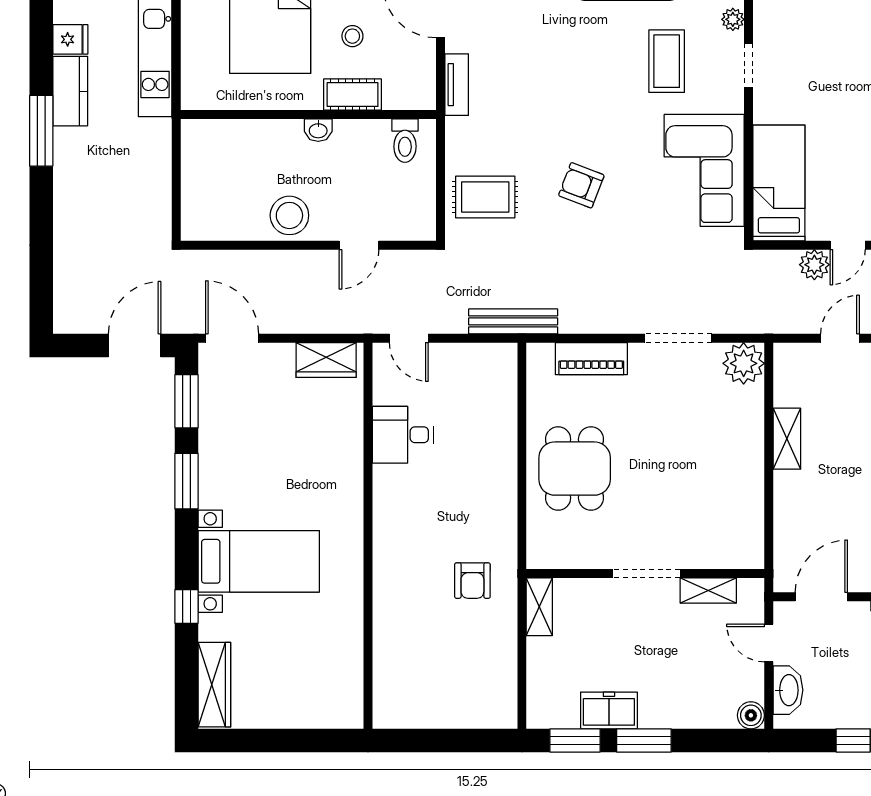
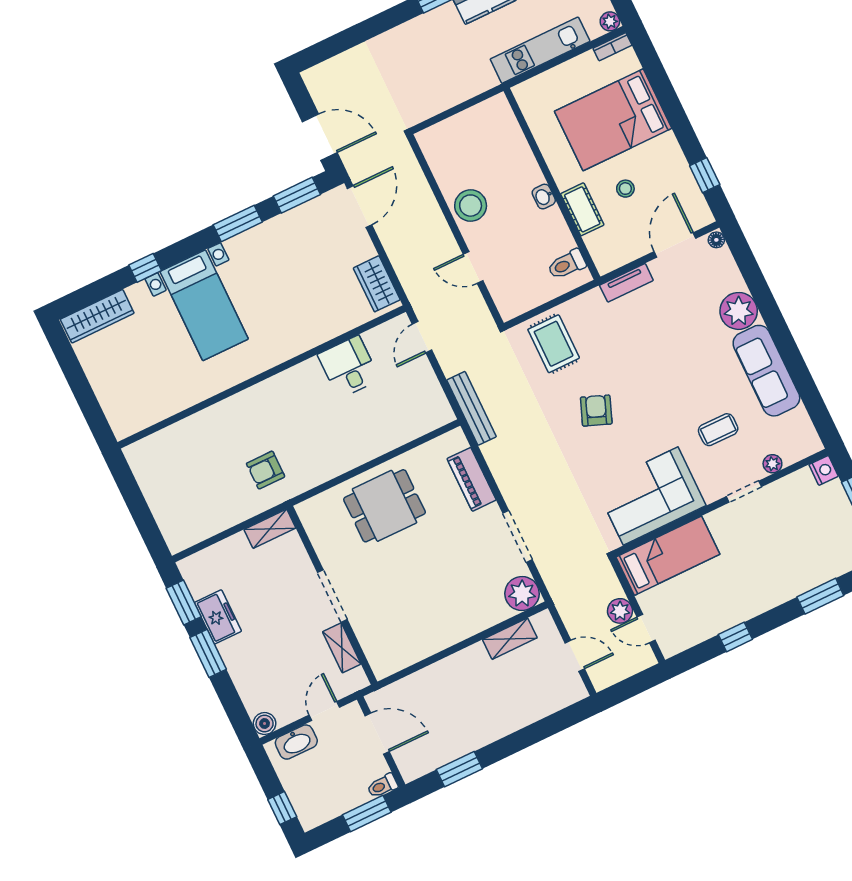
coffee table: (667, 61) -> (718, 430), width x0.73, depth x0.77
shelving: (787, 439) -> (510, 639), moved

